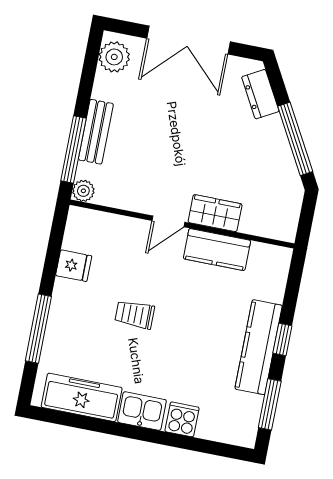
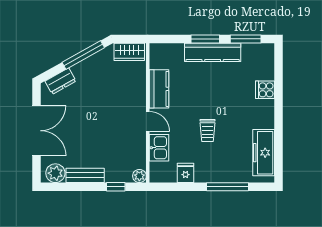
bench: (96, 132) -> (85, 175), moved
window: (74, 149) -> (116, 187), width x0.46
wardrobe: (215, 213) -> (129, 52), moved, turned -90
window: (282, 339) -> (205, 39), width x1.50
kitchen sink: (142, 411) -> (159, 148), moved, turned 180

